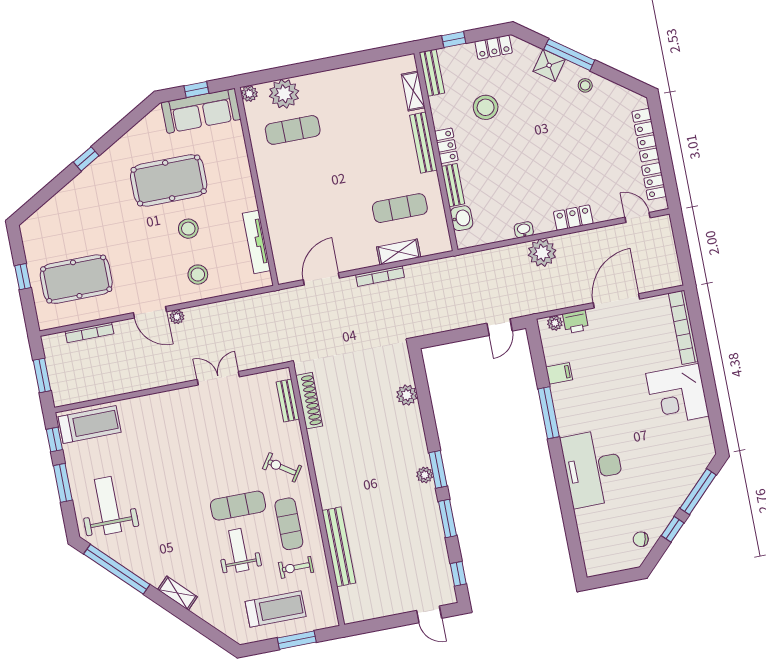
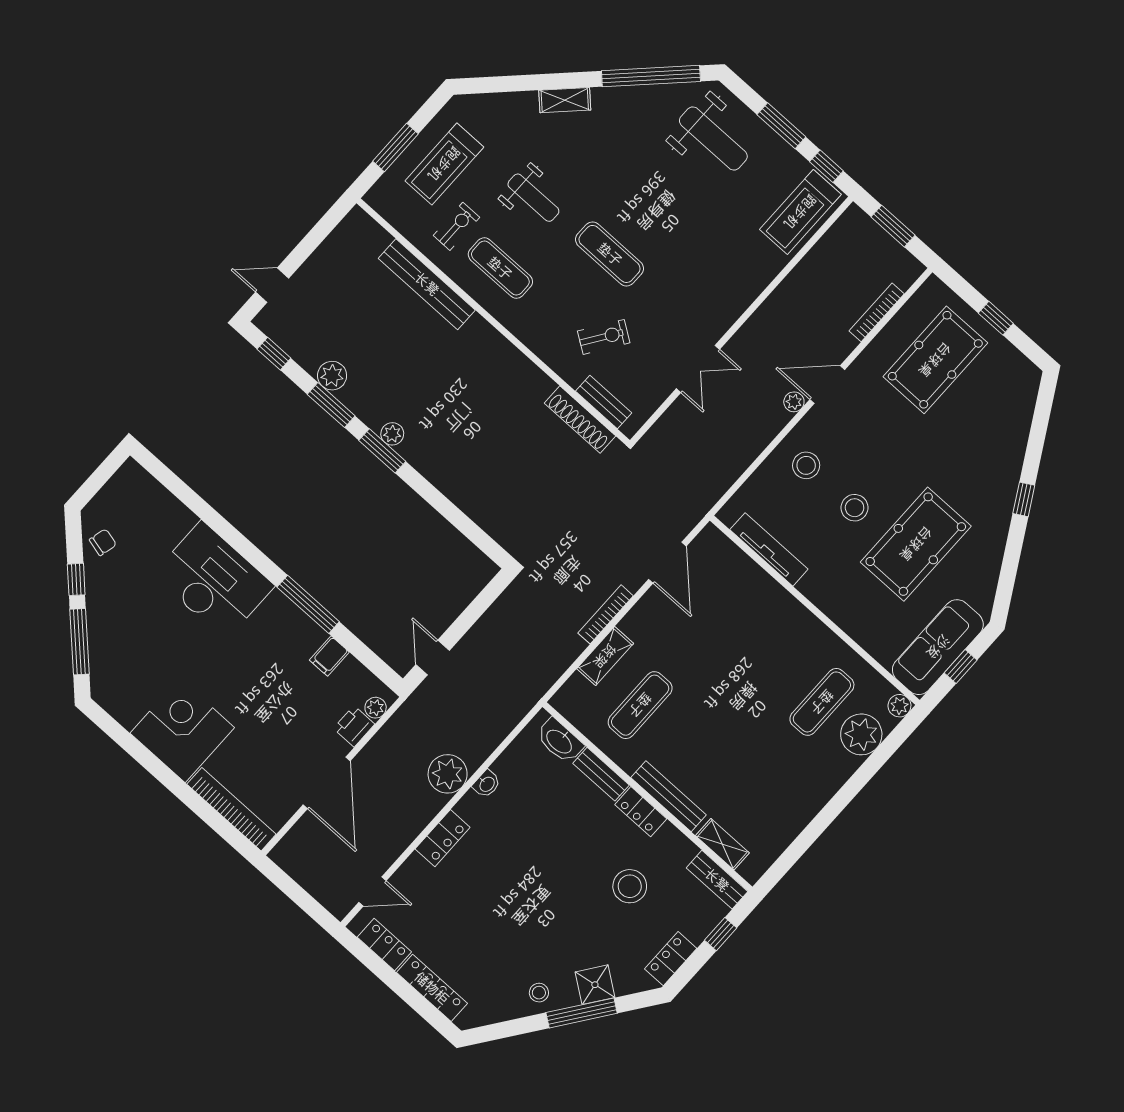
washbasin: (462, 218) -> (560, 741), width x1.38
plant: (407, 395) -> (332, 376), moved
exercise bike: (282, 467) -> (604, 337), moved
exercise mat: (238, 506) -> (610, 254), moved, turned 90

